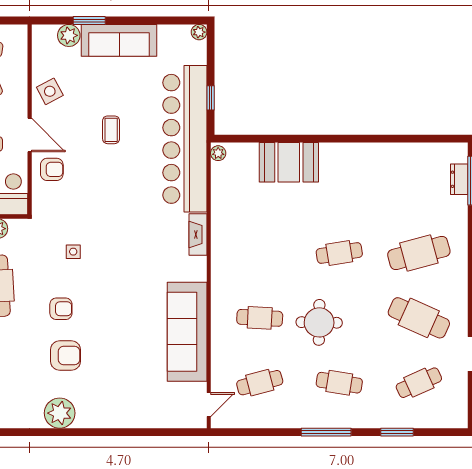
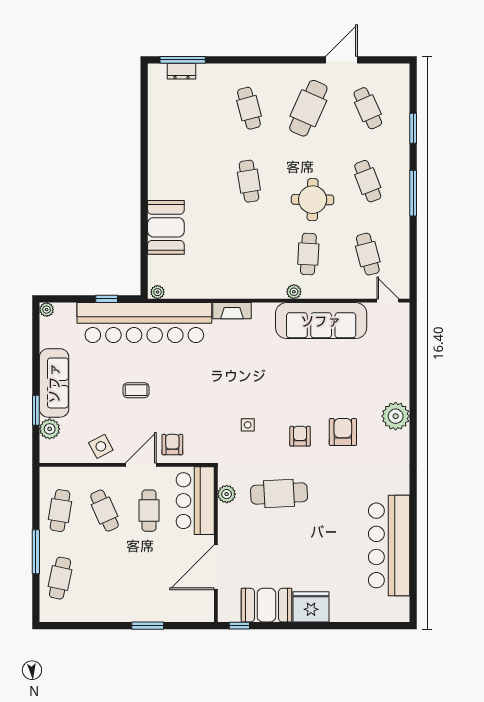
cafe table: (419, 253) -> (249, 108), width x0.73, depth x0.74
plant: (219, 302) -> (294, 292), added
cafe table: (339, 383) -> (368, 181), turned -30
plant: (60, 413) -> (396, 416), moved

